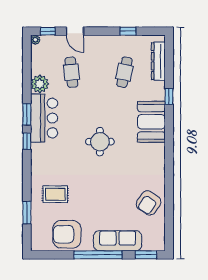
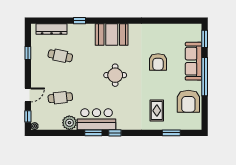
booth: (151, 122) -> (112, 34), moved
armchair: (149, 203) -> (158, 62), moved, turned 56

